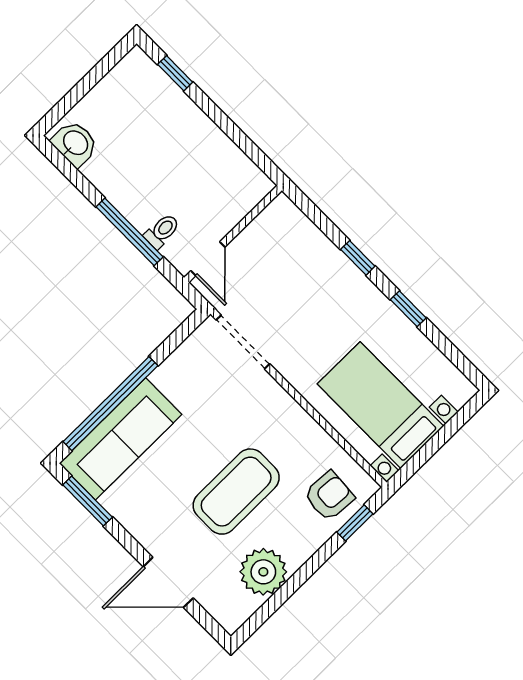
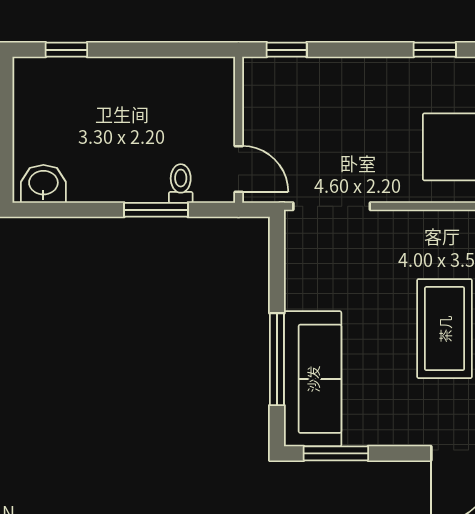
window: (130, 232) -> (156, 210), width x0.69
window: (358, 258) -> (287, 50), moved
window: (110, 404) -> (277, 359), width x0.68

